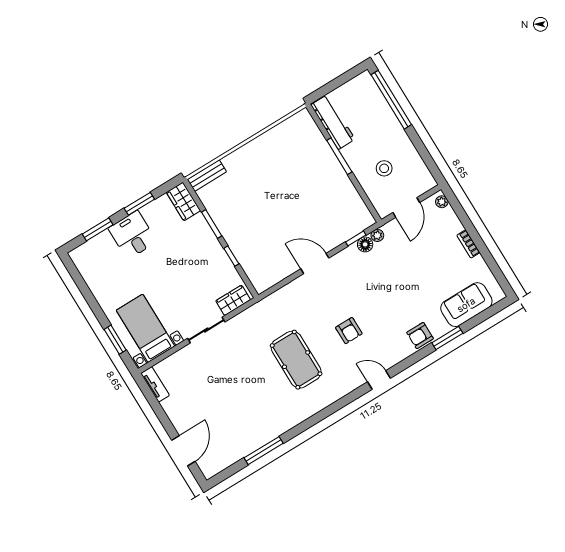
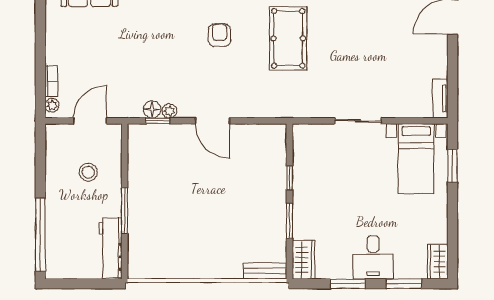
plant: (377, 235) -> (169, 111), moved
bookcase: (468, 244) -> (51, 81), moved
wardrobe: (233, 300) -> (438, 262), moved, turned 90

